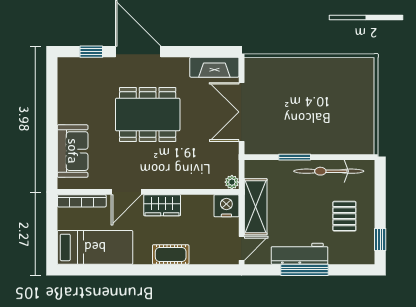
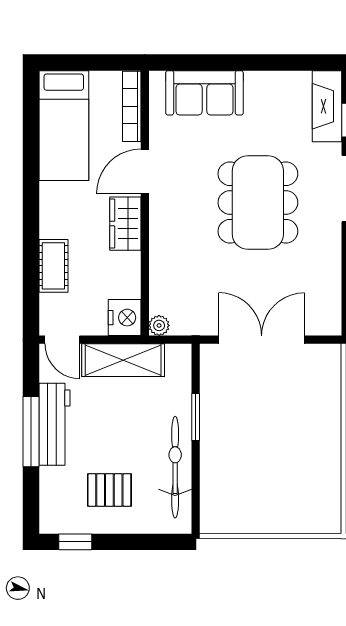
fireplace: (214, 67) -> (327, 106), moved
door: (126, 192) -> (145, 171), hinge flipped
cot: (171, 254) -> (53, 266), moved

